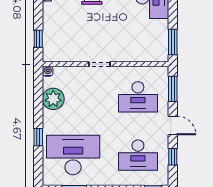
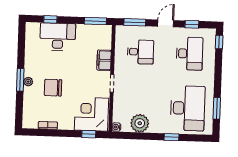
corner desk: (62, 41) -> (91, 114), added
filing cabinet: (127, 54) -> (104, 60), added
desk: (138, 97) -> (140, 52), width x0.73
desk: (73, 155) -> (188, 108), turned 180

